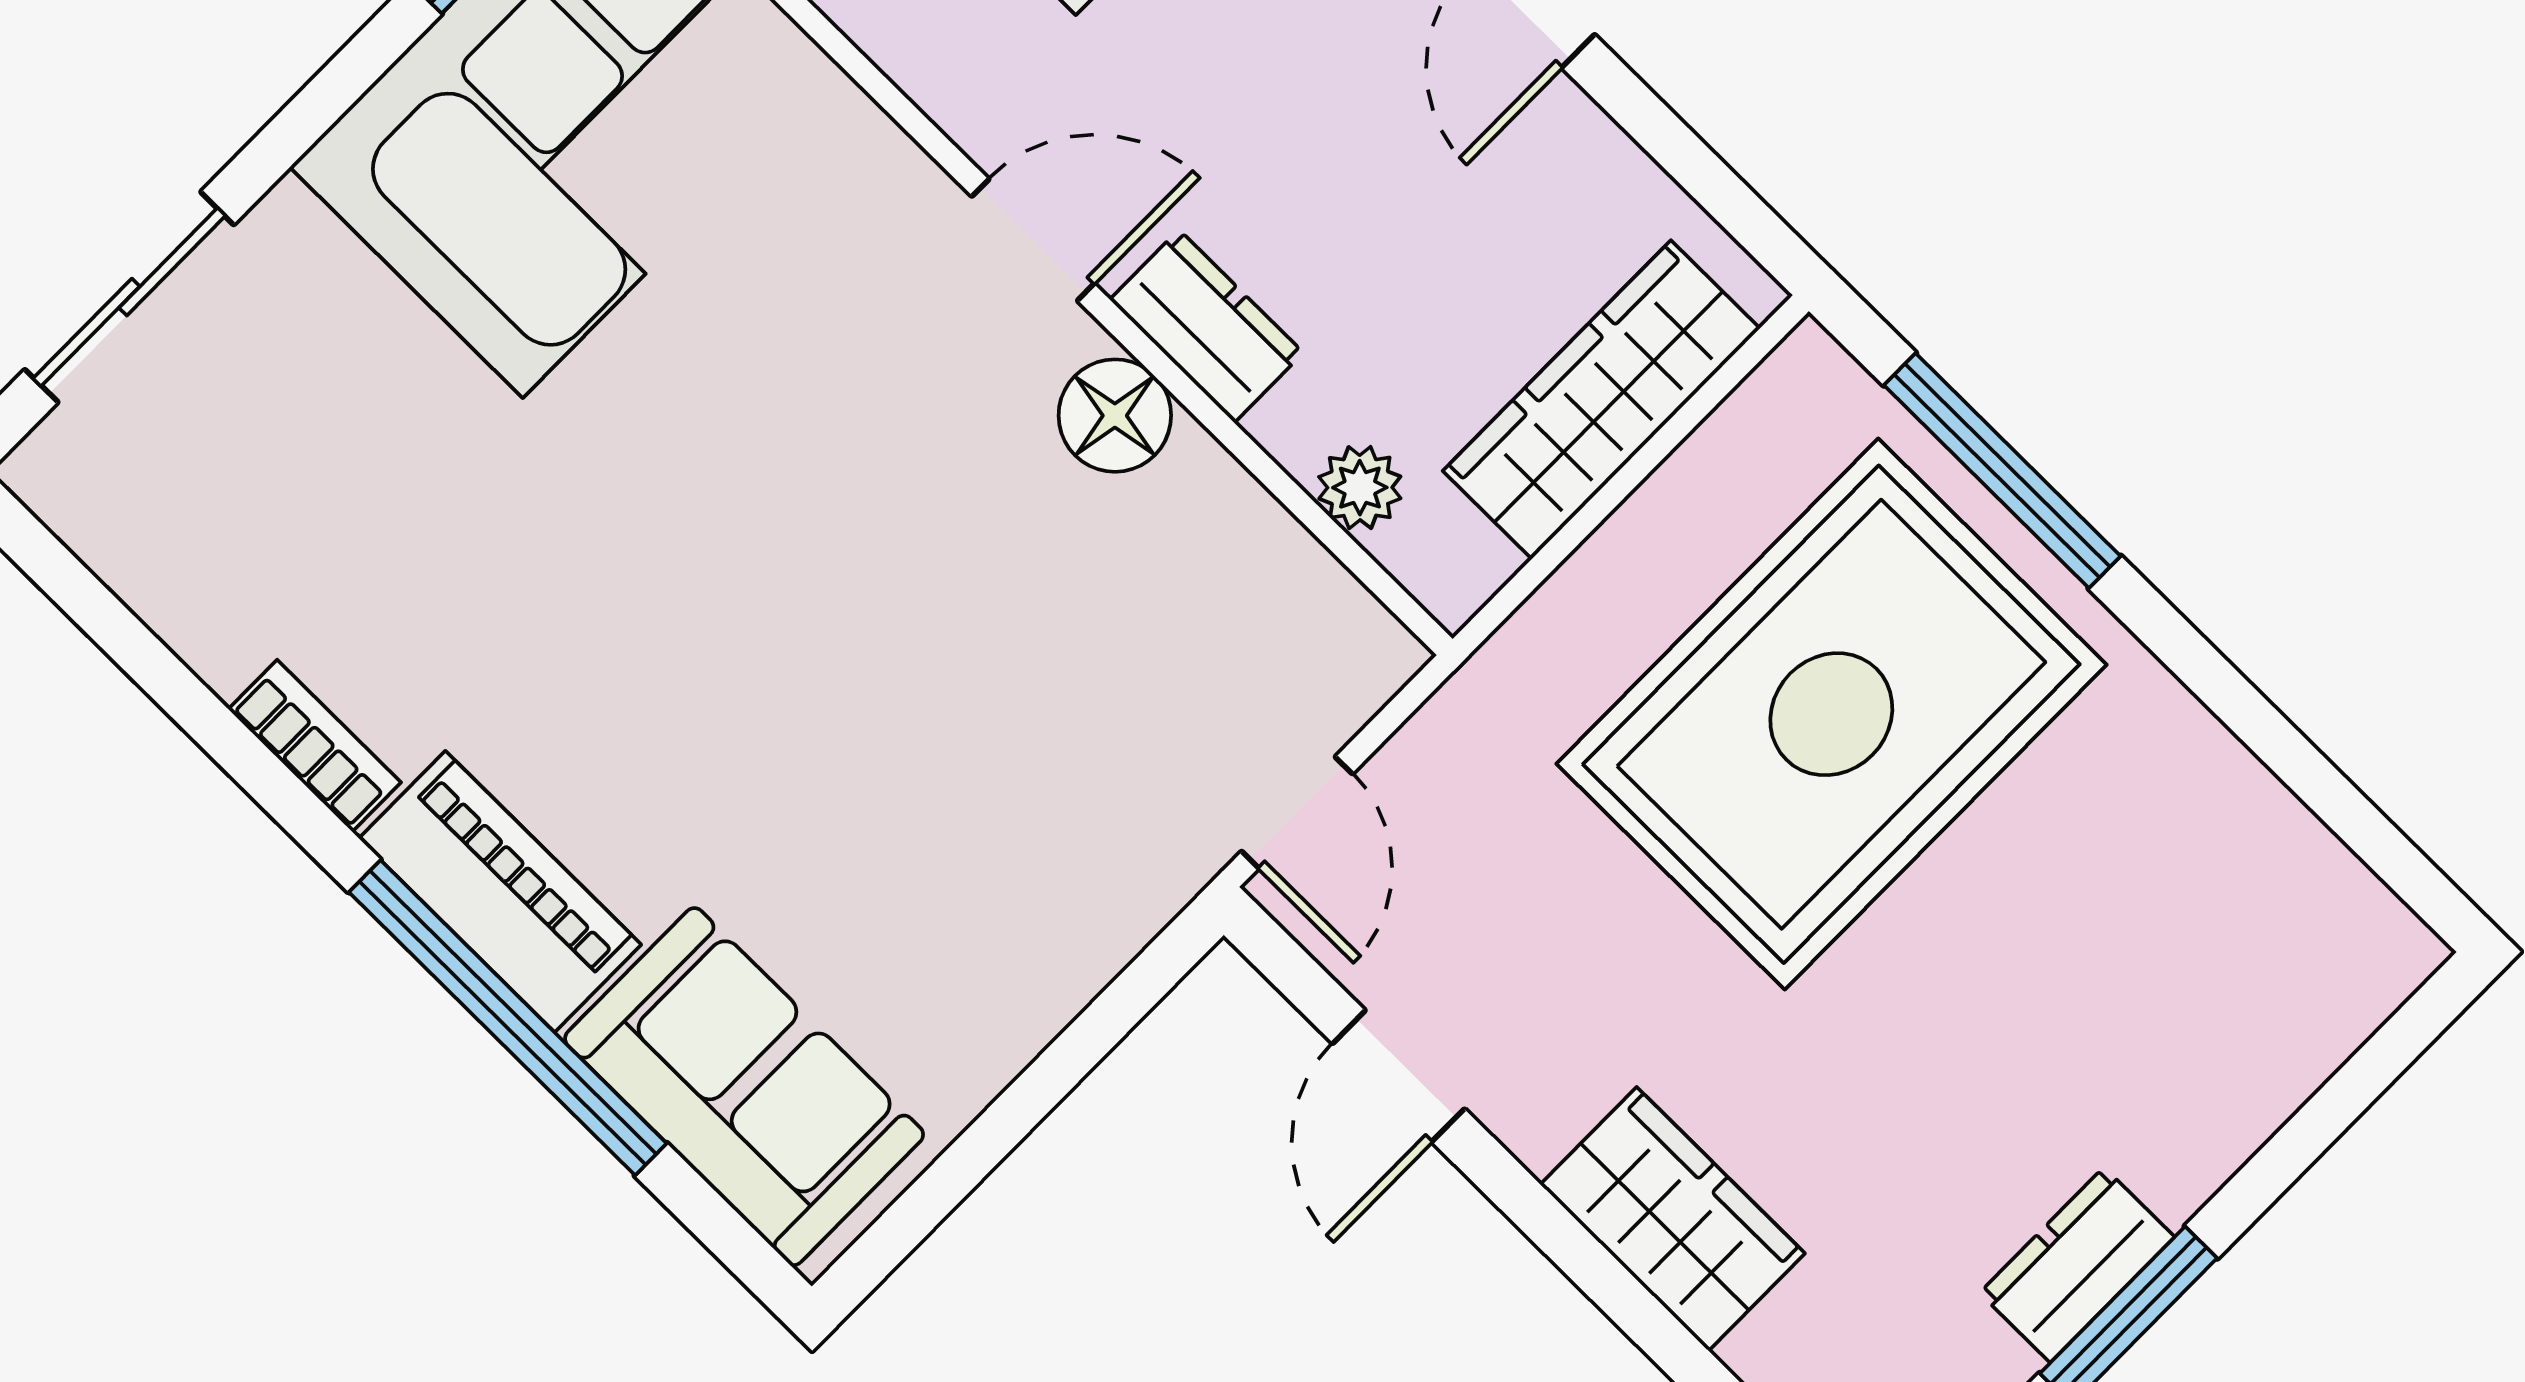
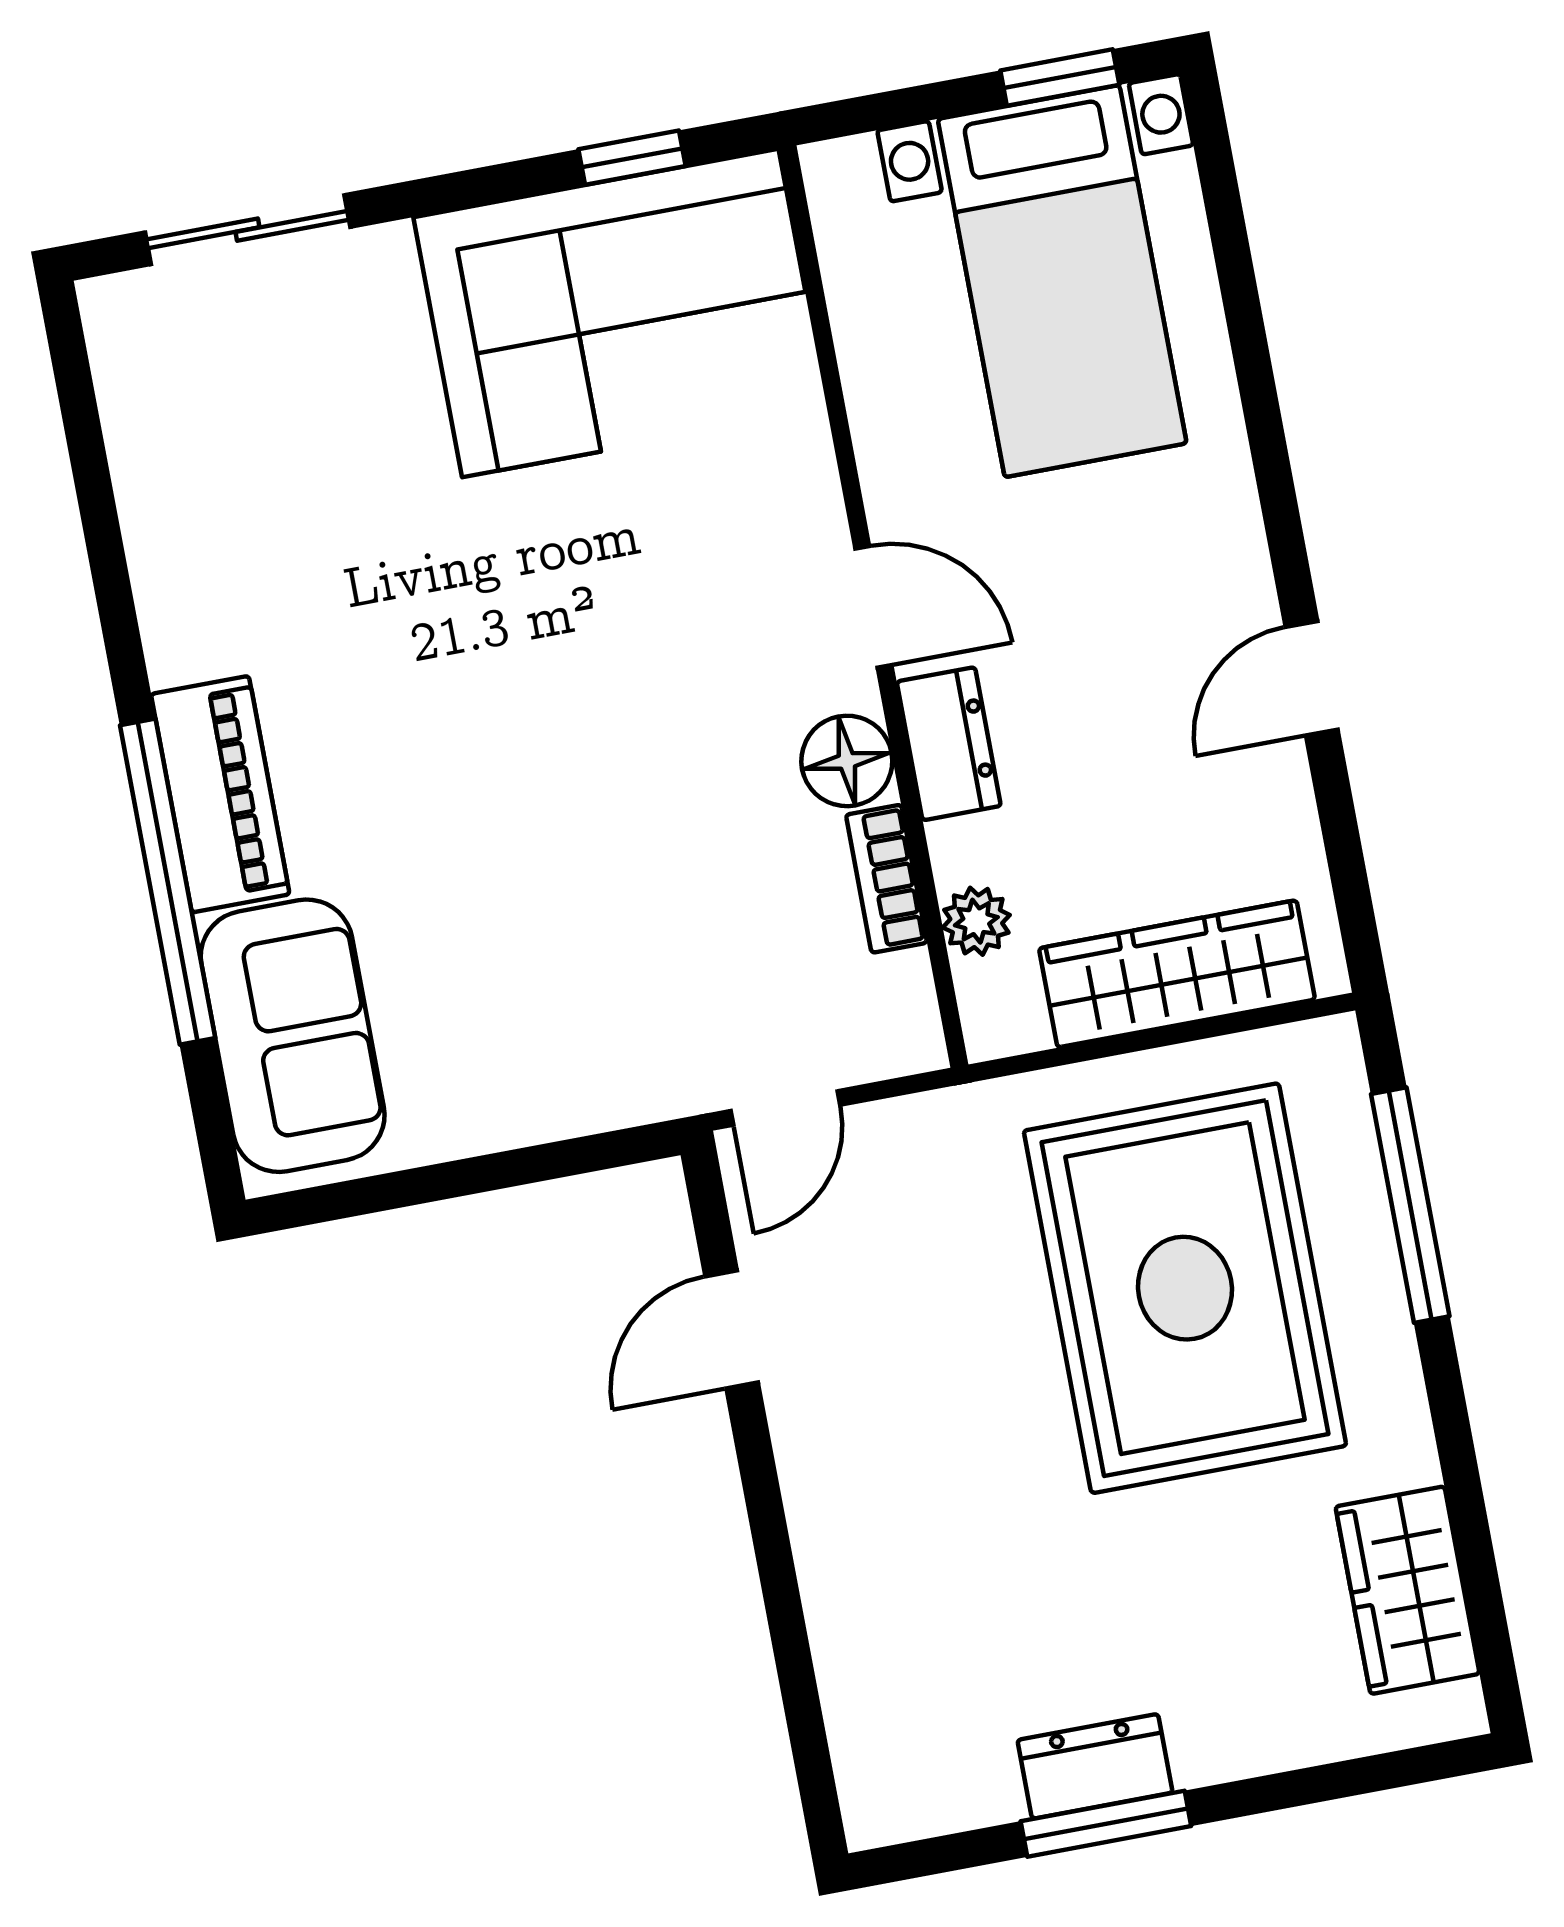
rug: (1831, 714) -> (1185, 1288), turned 90
bookcase: (315, 746) -> (886, 879), moved, turned 180
wardrobe: (1673, 1219) -> (1407, 1590), moved, turned 180

